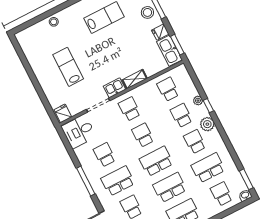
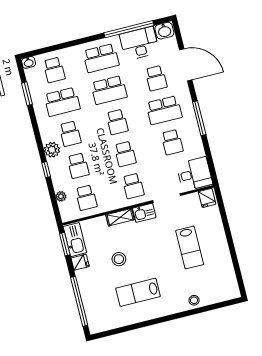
stool: (147, 12) -> (119, 259), moved
plant: (198, 101) -> (61, 196), moved
school desk: (156, 161) -> (117, 122), width x0.54
window: (246, 179) -> (27, 94), moved

